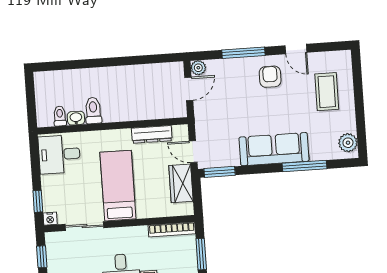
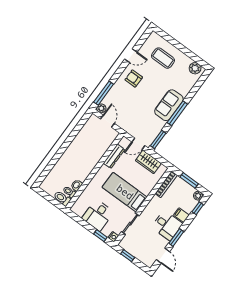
window: (243, 53) -> (104, 93), moved
toilet: (93, 111) -> (62, 198), moved
sofa: (274, 149) -> (169, 105), width x0.73
desk: (59, 154) -> (98, 215), moved
window: (304, 166) -> (177, 113), moved

